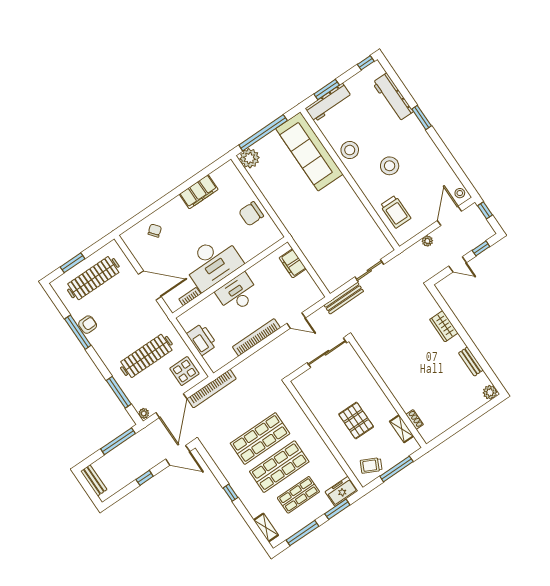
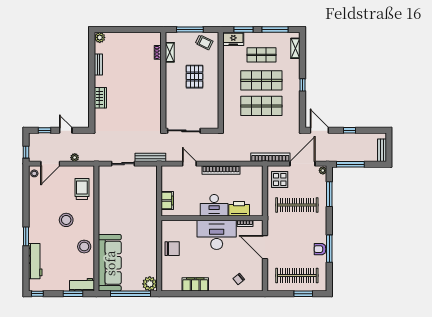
workbench: (328, 103) -> (82, 285), width x0.73
printer: (202, 339) -> (239, 209), moved, turned 90

